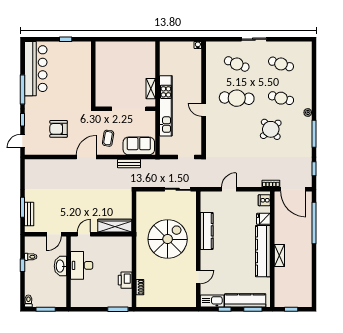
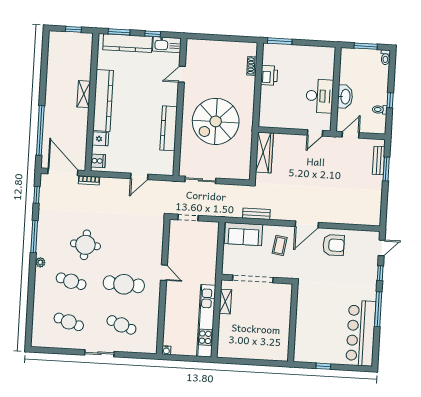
kitchen unit: (166, 106) -> (206, 321), moved
armchair: (59, 129) -> (334, 245), moved
round table: (271, 129) -> (85, 245), turned 45
wardrobe: (115, 226) -> (264, 153), moved, turned -90

